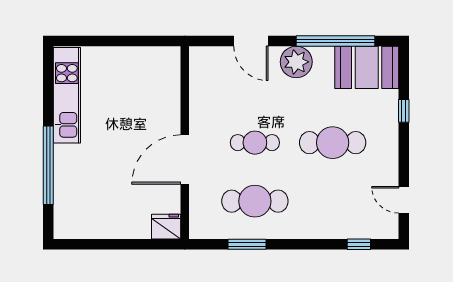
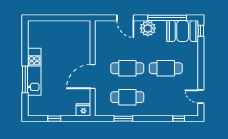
kitchen unit: (67, 95) -> (34, 72), moved
window: (404, 111) -> (201, 31), moved
cafe table: (255, 143) -> (127, 68), width x1.37, depth x1.35
window: (48, 165) -> (25, 79), width x0.68
window: (108, 244) -> (54, 119), added

